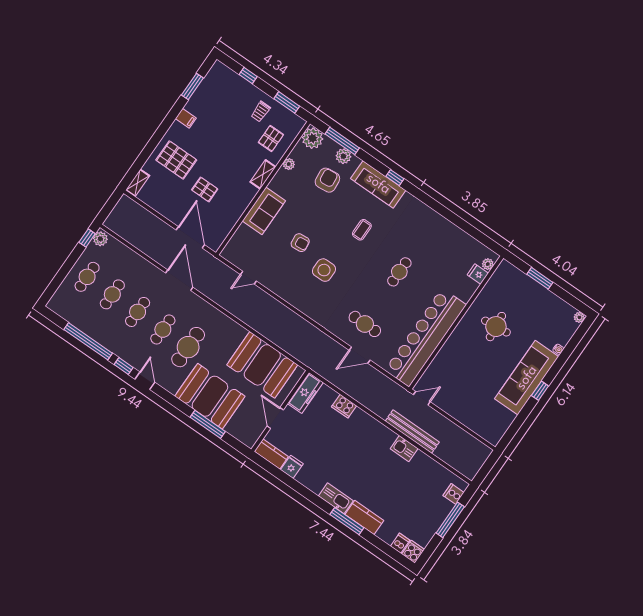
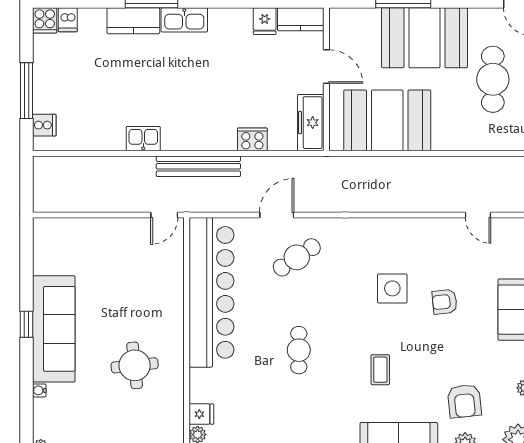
door: (248, 278) -> (478, 215), swing flipped
cafe table: (365, 324) -> (297, 257), turned -34
bench: (412, 432) -> (198, 166), moved

